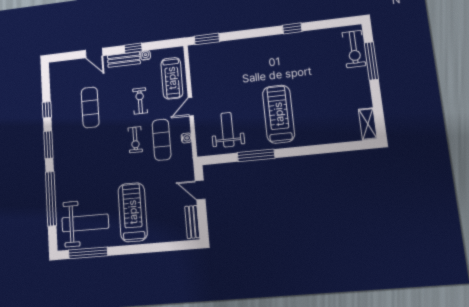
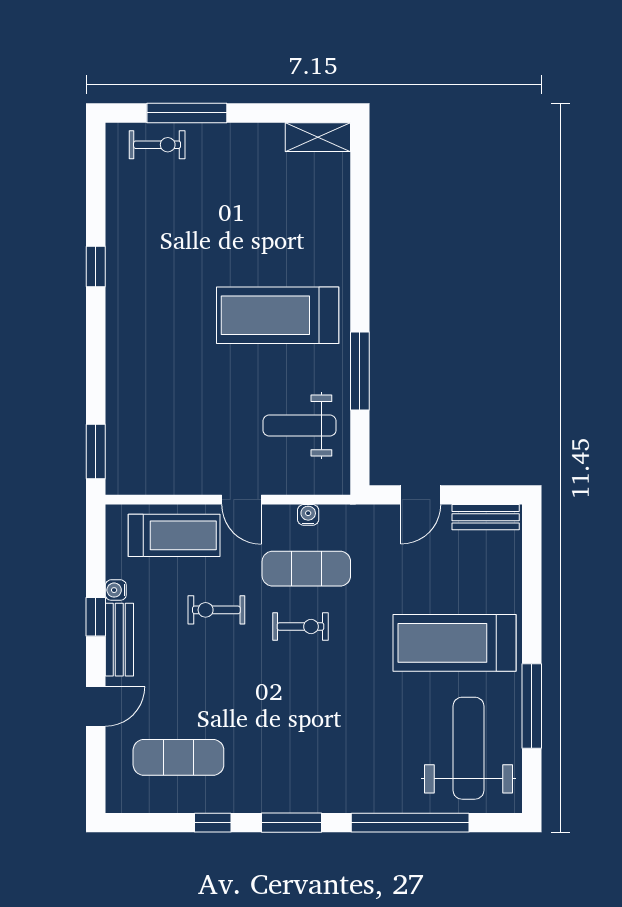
exercise bike: (354, 49) -> (157, 145), width x0.73, depth x0.72
exercise mat: (90, 107) -> (178, 757), moved
window: (88, 253) -> (532, 706), moved

